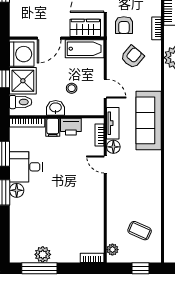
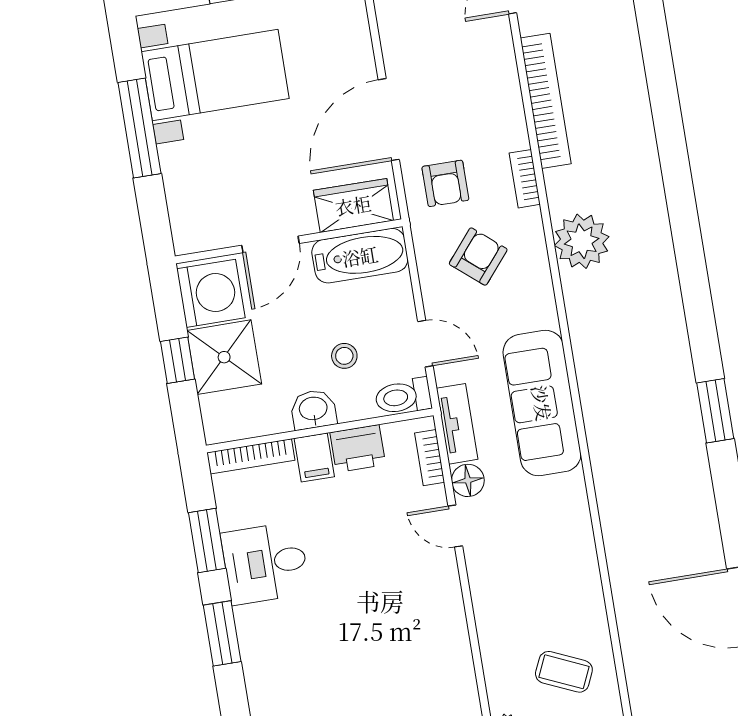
toilet: (21, 102) -> (403, 397), moved, turned 180
floor lamp: (17, 190) -> (252, 623), removed

